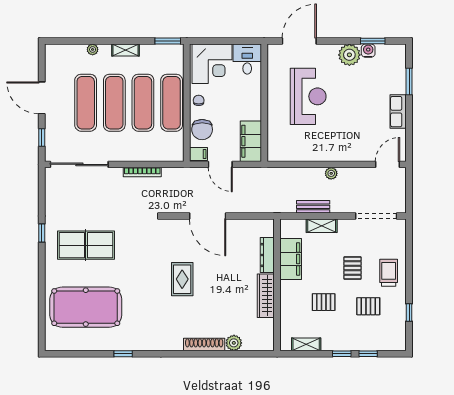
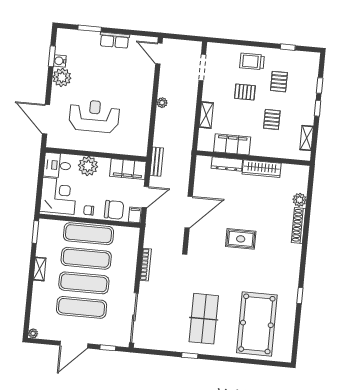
plant: (93, 49) -> (33, 333), moved
plant: (250, 95) -> (88, 166), added
bench: (313, 207) -> (157, 162), moved
doorway: (376, 216) -> (202, 68), width x0.73

